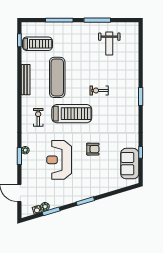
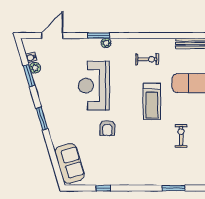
treadmill: (72, 114) -> (152, 101), width x0.73, depth x0.73
reception desk: (59, 160) -> (94, 86), turned -90
sofa: (130, 164) -> (70, 163), moved, turned 73

